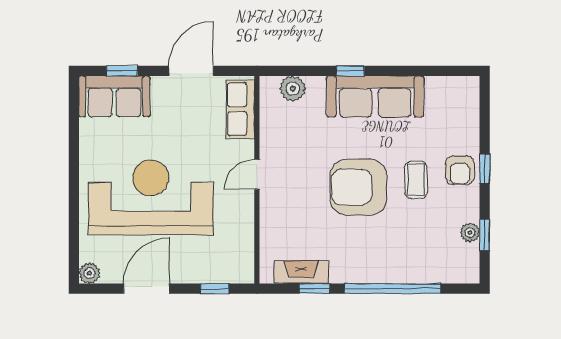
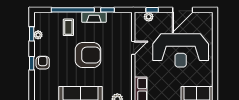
door: (257, 174) -> (133, 48), moved
coffee table: (416, 180) -> (68, 27), moved
fireplace: (301, 272) -> (94, 17), moved
plant: (89, 273) -> (149, 17), moved

